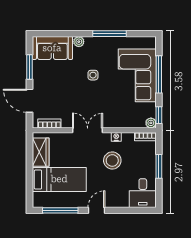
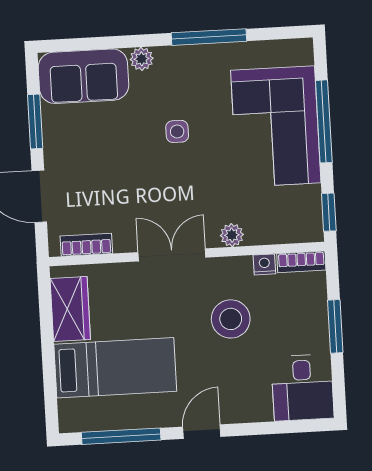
plant: (151, 123) -> (232, 235), moved
nightstand: (116, 137) -> (264, 264), moved

